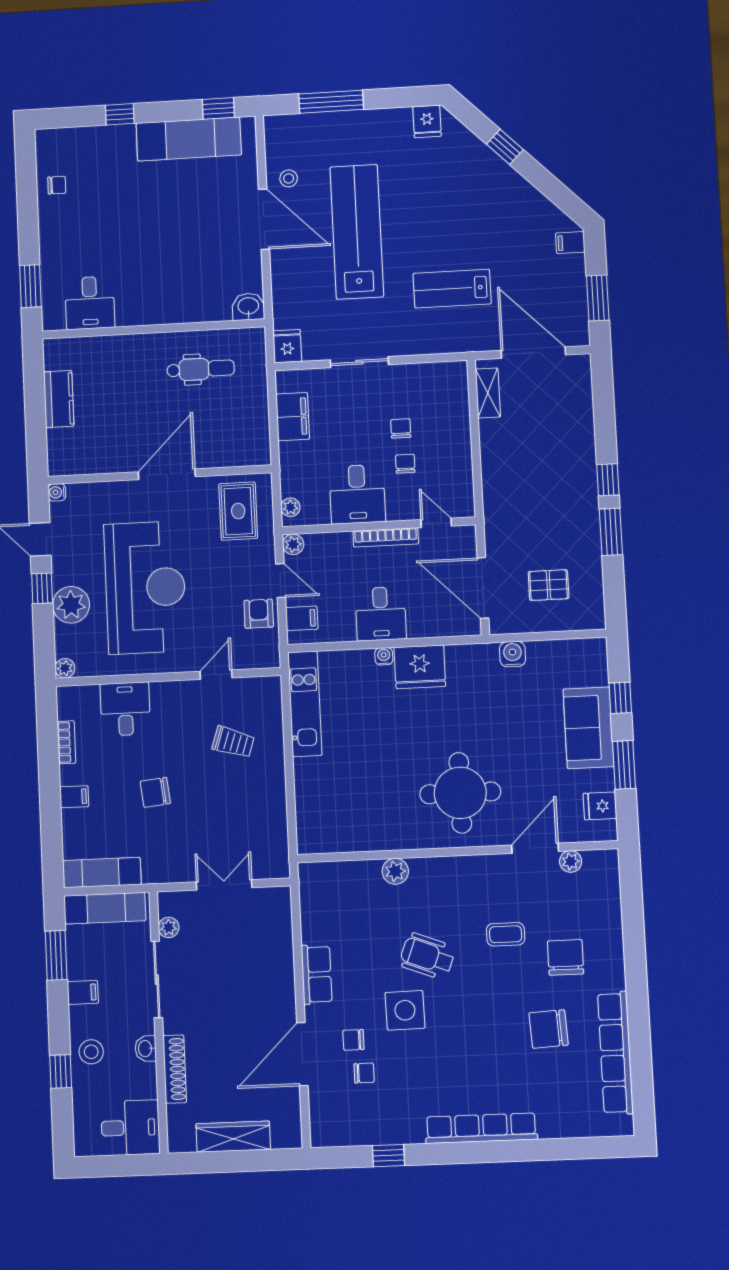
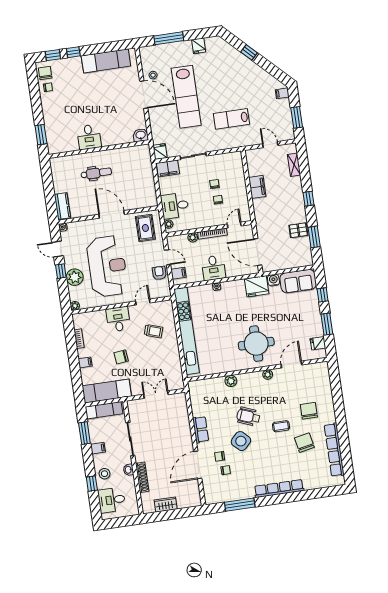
window: (218, 108) -> (53, 55), moved
fridge: (427, 121) -> (199, 46), moved
chair: (54, 154) -> (45, 73), added
lab bench: (357, 232) -> (186, 97), turned 180
desk: (90, 303) -> (89, 137), moved
door: (533, 353) -> (270, 145), width x0.53
dental chair: (201, 369) -> (96, 173), moved
shelving: (488, 393) -> (294, 165), moved
kitchen counter: (59, 399) -> (62, 206), moved
filing cabinet: (293, 417) -> (168, 168), moved, turned 90
filing cabinet: (495, 443) -> (257, 187), added
door: (167, 474) -> (112, 214), hinge flipped
desk: (357, 494) -> (175, 206), moved, turned 90
door: (436, 523) -> (234, 225), hinge flipped
window: (611, 532) -> (314, 237), moved
plant: (293, 544) -> (193, 237), moved
pallet: (549, 585) -> (298, 230), moved
fridge: (420, 667) -> (257, 286), moved
kitchen unit: (305, 704) -> (187, 331), width x1.86
desk: (125, 709) -> (118, 319), moved
sofa: (588, 728) -> (298, 281), moved, turned -90
plant: (571, 861) -> (268, 375), moved
exam couch: (102, 873) -> (107, 391), width x1.36, depth x1.45
plant: (169, 927) -> (133, 416), removed
coffee table: (506, 934) -> (281, 426), moved
side table: (405, 1010) -> (241, 441), turned 45
chair: (549, 1029) -> (304, 443), turned 82
desk: (130, 1128) -> (112, 500), moved, turned 180
wardrobe: (233, 1137) -> (166, 505), width x0.67
window: (389, 1156) -> (240, 505), width x2.17

